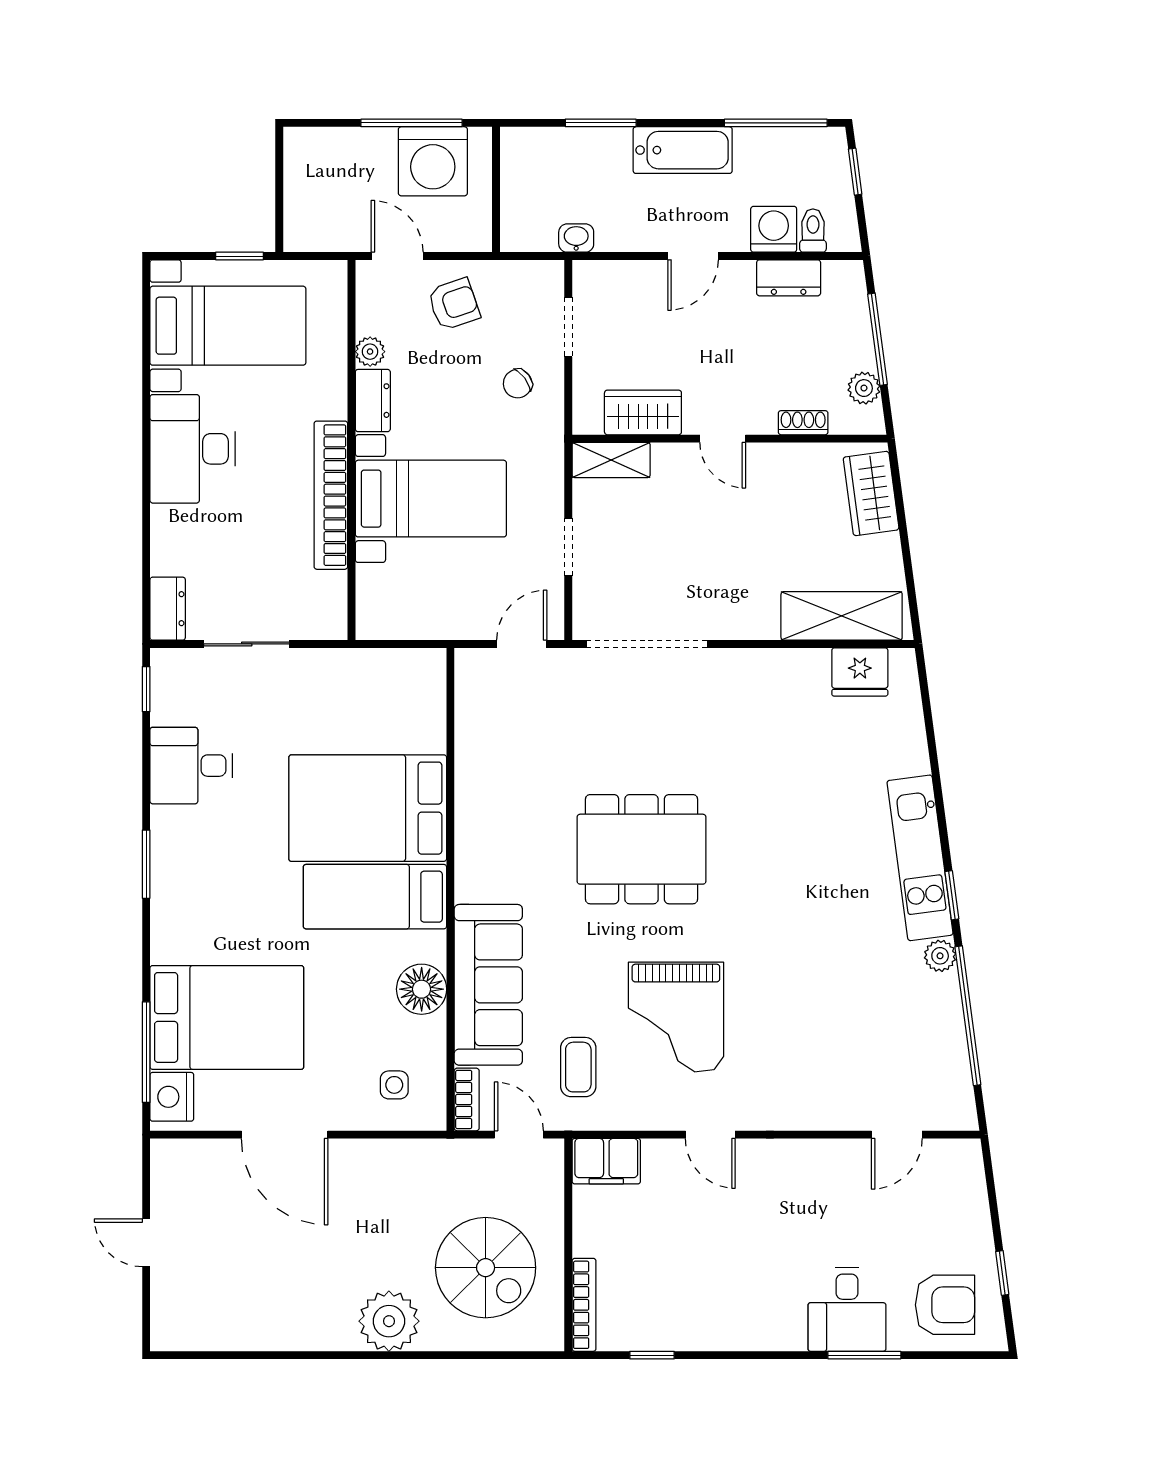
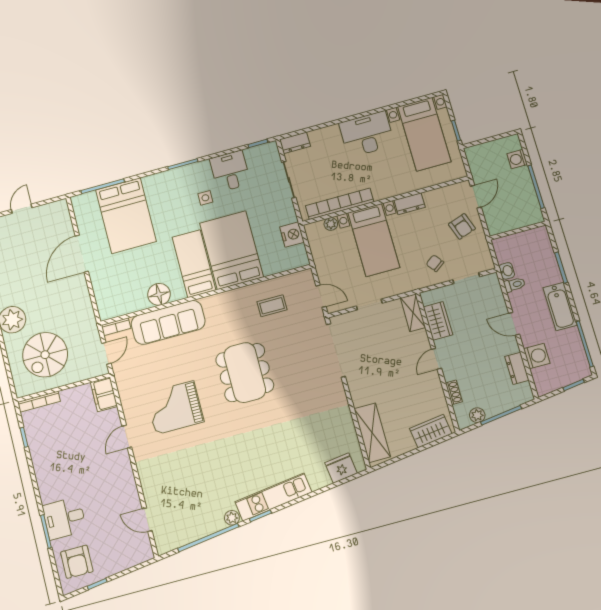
washing machine: (433, 161) -> (517, 159), moved, width x0.53, depth x0.53
toilet: (813, 231) -> (515, 285), moved
plant: (370, 352) -> (331, 224), moved
bookcase: (331, 495) -> (340, 204), moved
fridge: (860, 672) -> (341, 468), moved, turned 82
coffee table: (578, 1067) -> (272, 306), moved
side table: (394, 1085) -> (205, 198), moved
nightstand: (172, 1097) -> (292, 235), moved, turned 90

